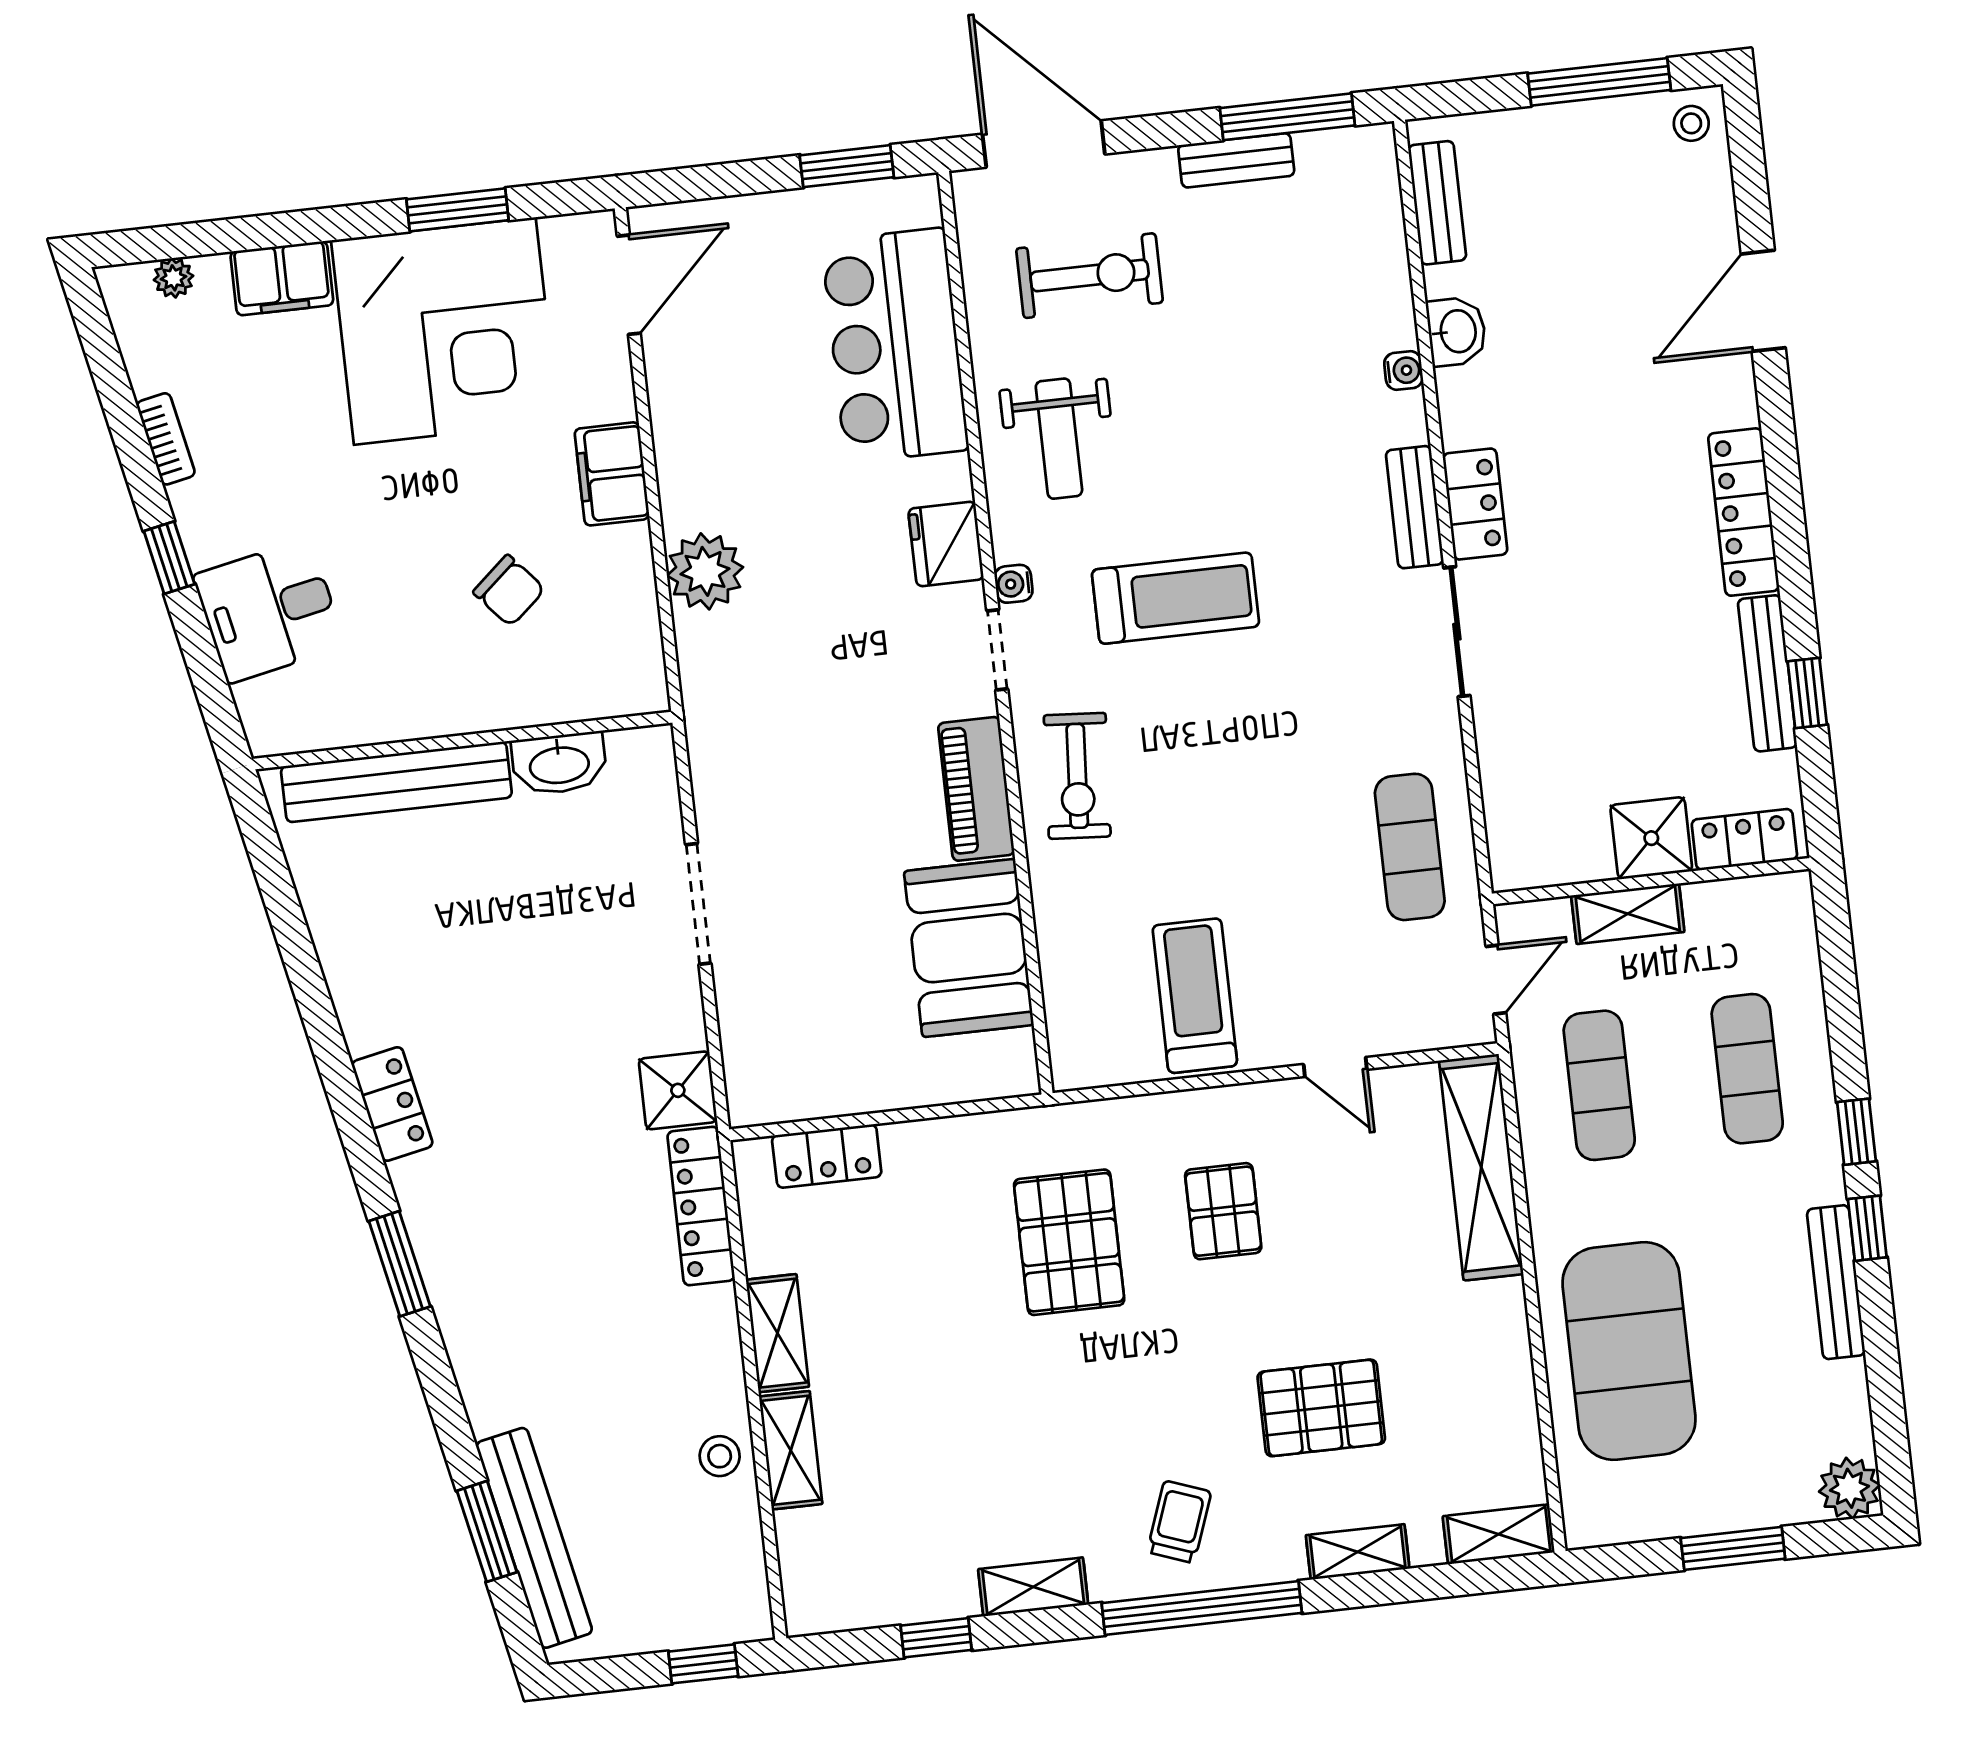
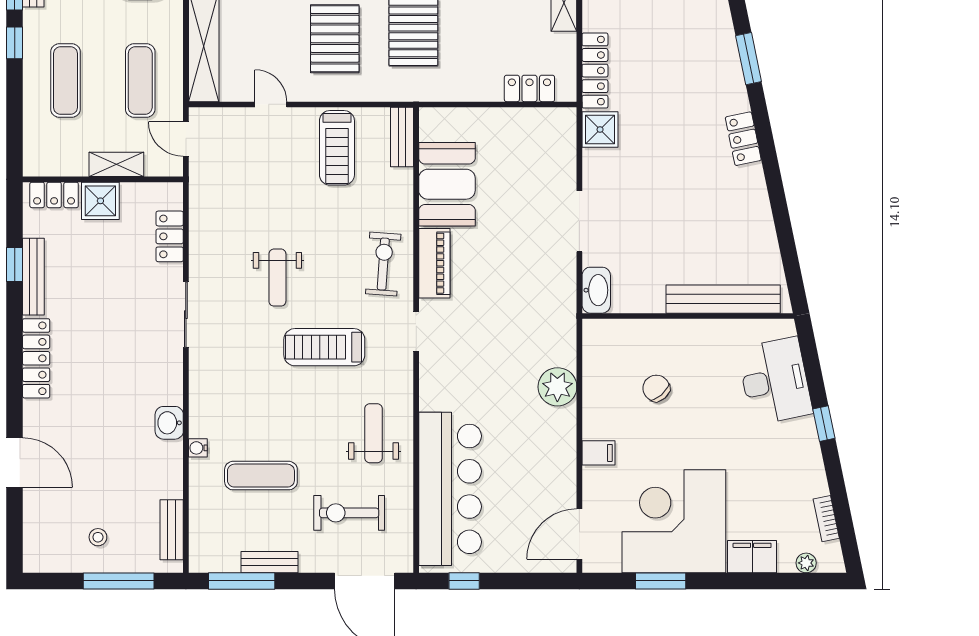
window: (1599, 82) -> (119, 581), moved
stool: (1691, 123) -> (98, 537), moved
window: (847, 166) -> (464, 581), width x0.67
door: (1763, 301) -> (15, 463), hinge flipped
washbasin: (1457, 331) -> (169, 423), moved
bar counter: (895, 345) -> (450, 489), width x1.36
bookcase: (166, 439) -> (826, 519), moved
filing cabinet: (612, 474) -> (598, 453), width x0.50
locker: (1475, 504) -> (170, 236), moved
bench: (1415, 507) -> (402, 137), moved
fridge: (946, 544) -> (436, 387), removed
water cooler: (1014, 584) -> (404, 363), removed
desk: (269, 611) -> (775, 381), width x1.37
weight bench: (1284, 726) -> (277, 278), added
washbasin: (559, 764) -> (596, 290), moved, turned 90
exercise mat: (1410, 847) -> (261, 476), moved, turned 90
door: (1496, 980) -> (186, 139), hinge flipped
pallet: (1223, 1211) -> (335, 39), width x1.50, depth x1.42

